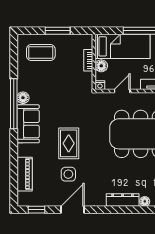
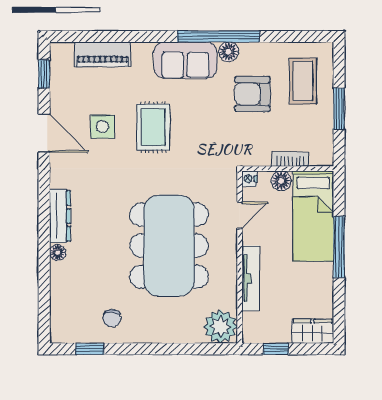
armchair: (49, 83) -> (252, 94), added
door: (122, 91) -> (240, 215), hinge flipped
rug: (69, 143) -> (153, 127), turned 90

